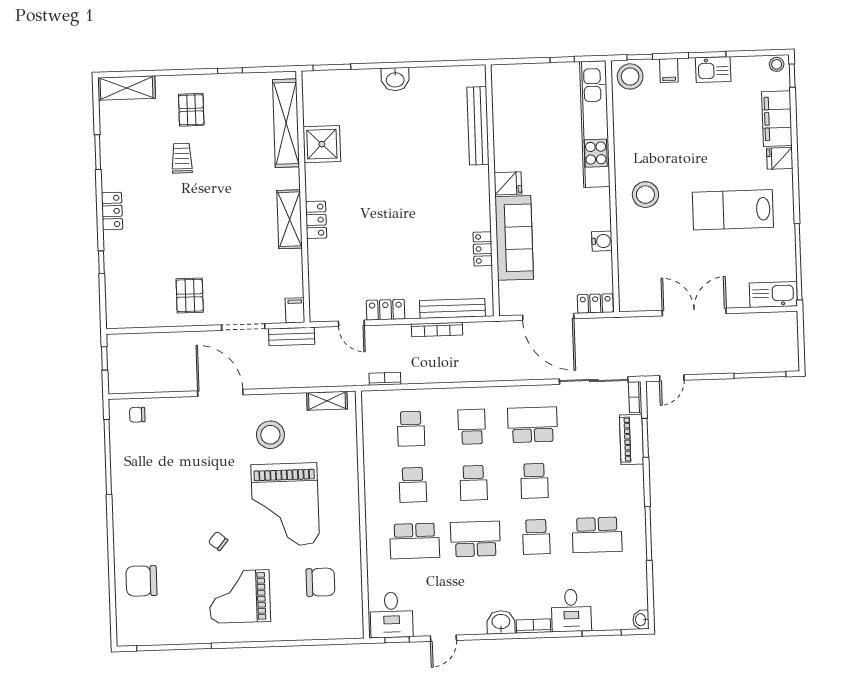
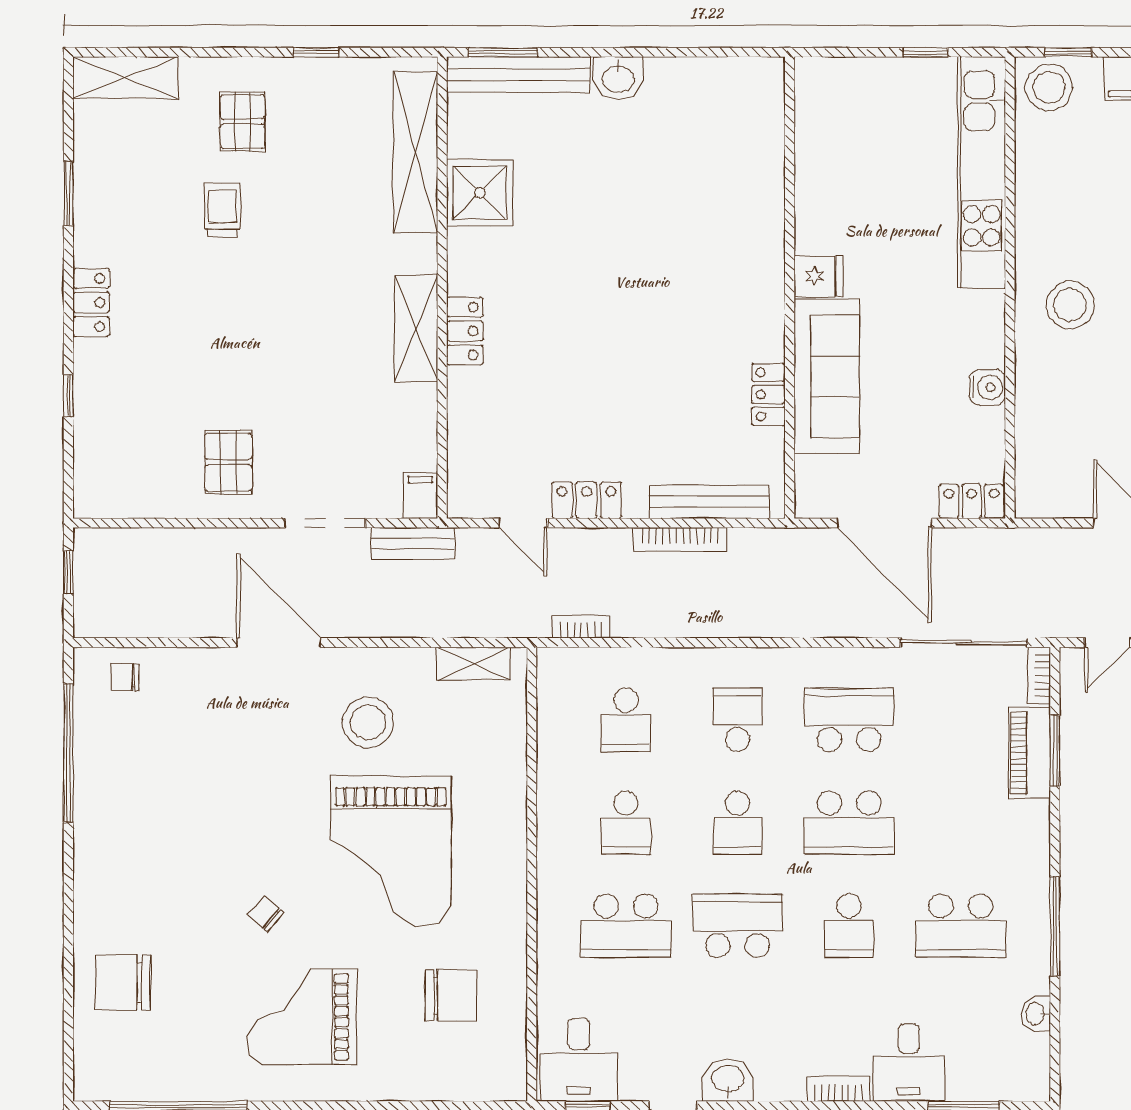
bench: (478, 126) -> (518, 75), moved, turned 90
school desk: (534, 481) -> (849, 823), width x1.85
washbasin: (641, 620) -> (1036, 1014), moved
washbasin: (501, 622) -> (728, 1080), moved

